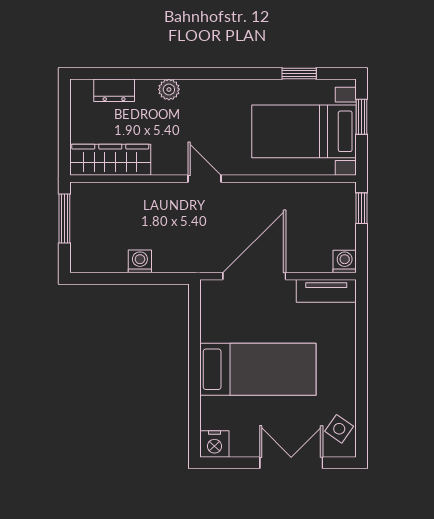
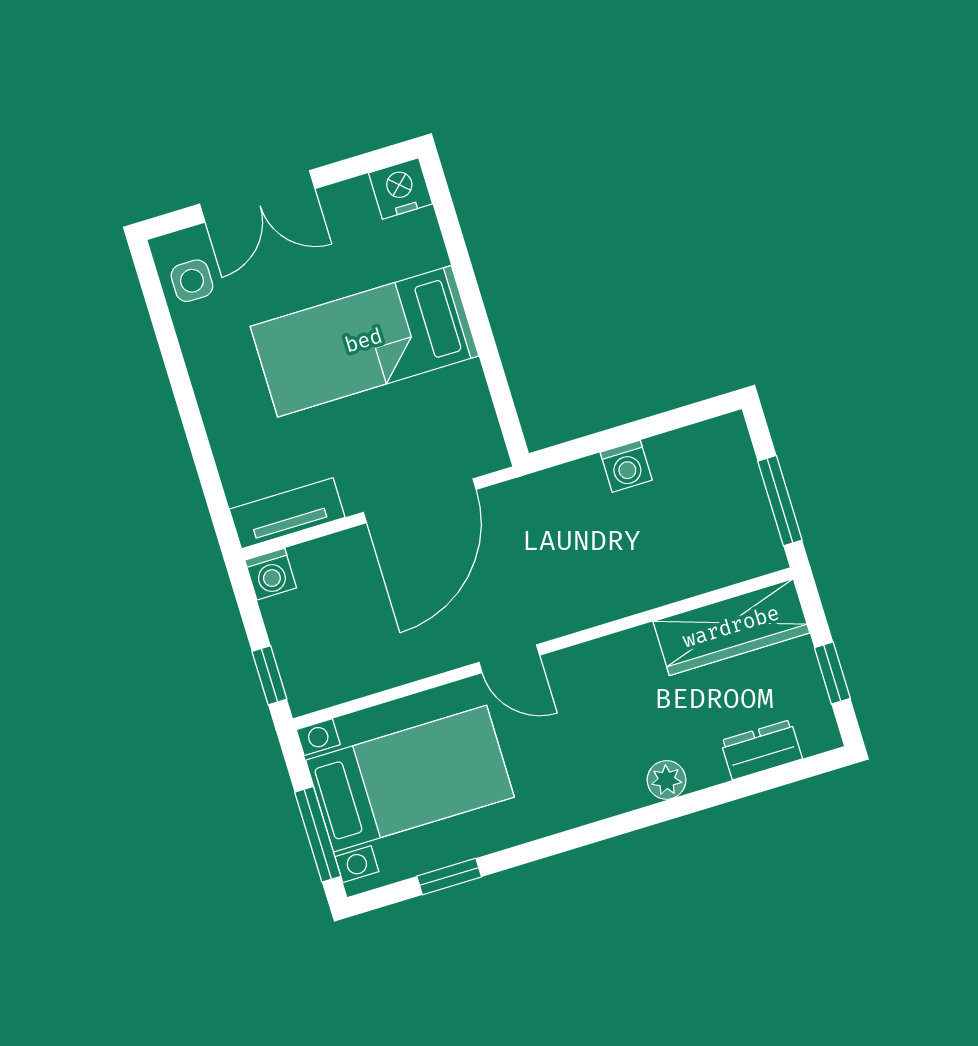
window: (362, 117) -> (318, 834), width x1.50
window: (64, 119) -> (832, 673), added
door: (204, 179) -> (509, 659), moved
side table: (339, 429) -> (192, 281), turned -35

